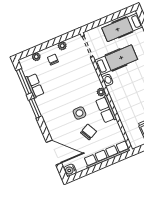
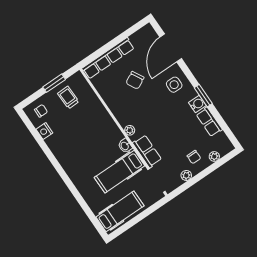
window: (24, 82) -> (223, 124), removed
row of seats: (106, 109) -> (147, 151), moved
side table: (79, 113) -> (174, 85), moved
door: (54, 153) -> (171, 48), hinge flipped
water cooler: (70, 170) -> (197, 104), moved

